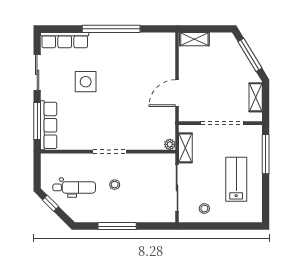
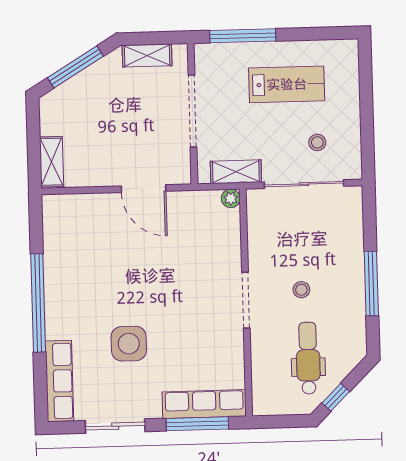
lab bench: (236, 179) -> (287, 84), turned 180
stool: (204, 209) -> (317, 142), moved

